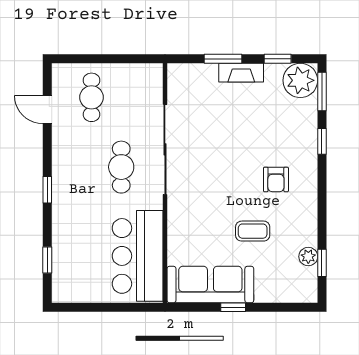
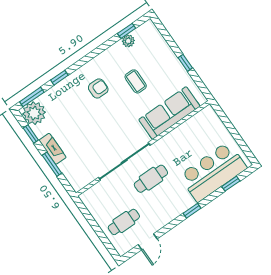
bar counter: (138, 256) -> (213, 172), moved, turned 180
sofa: (210, 285) -> (169, 113), moved, turned 90

